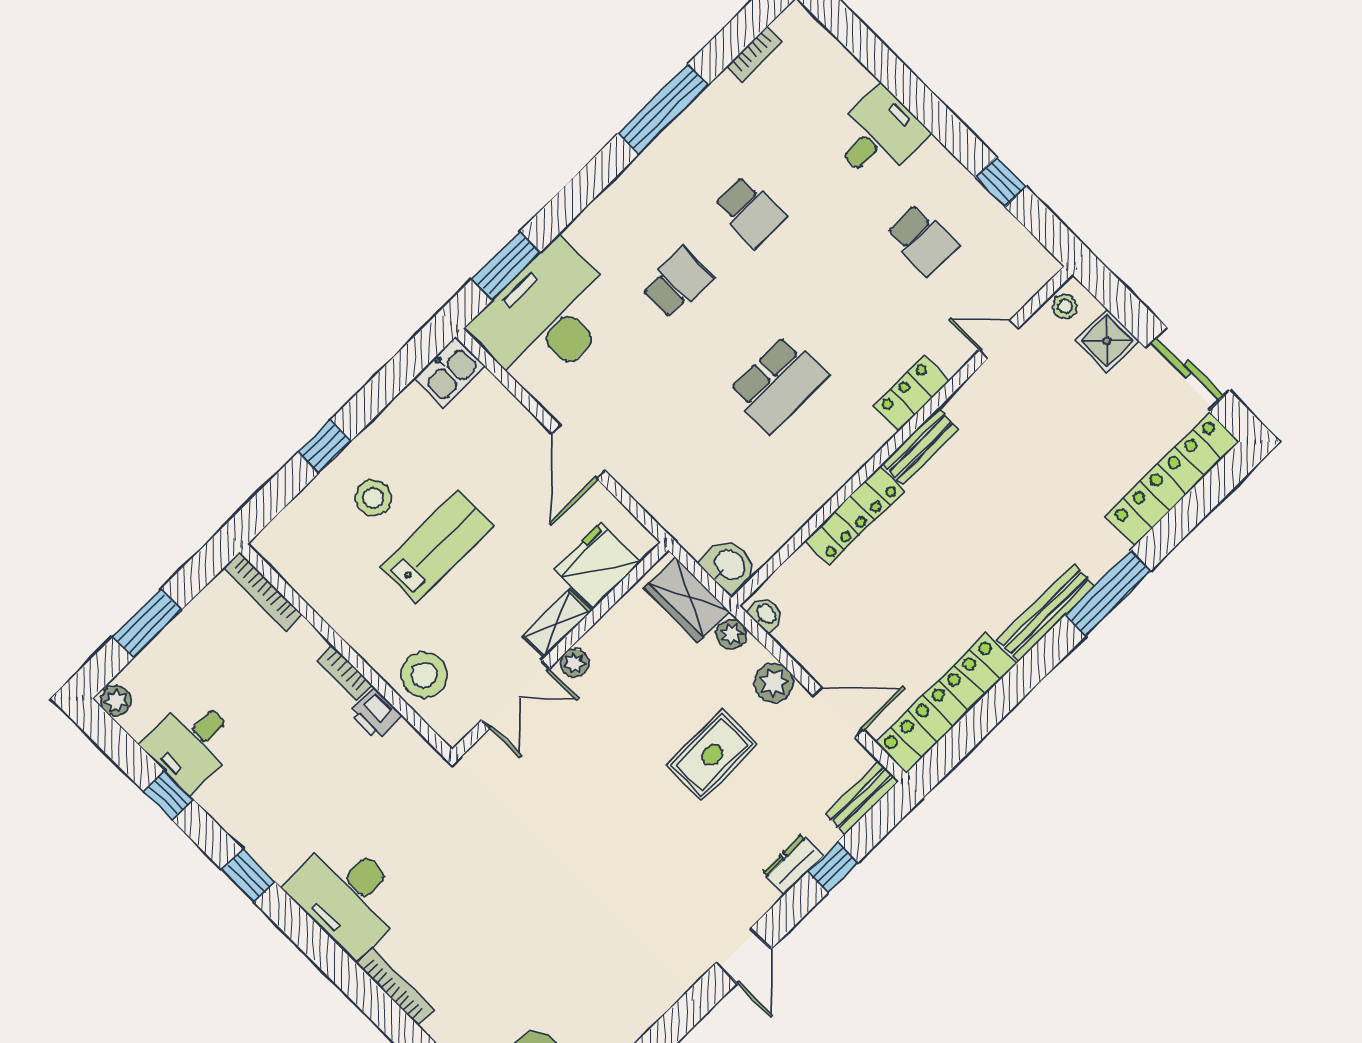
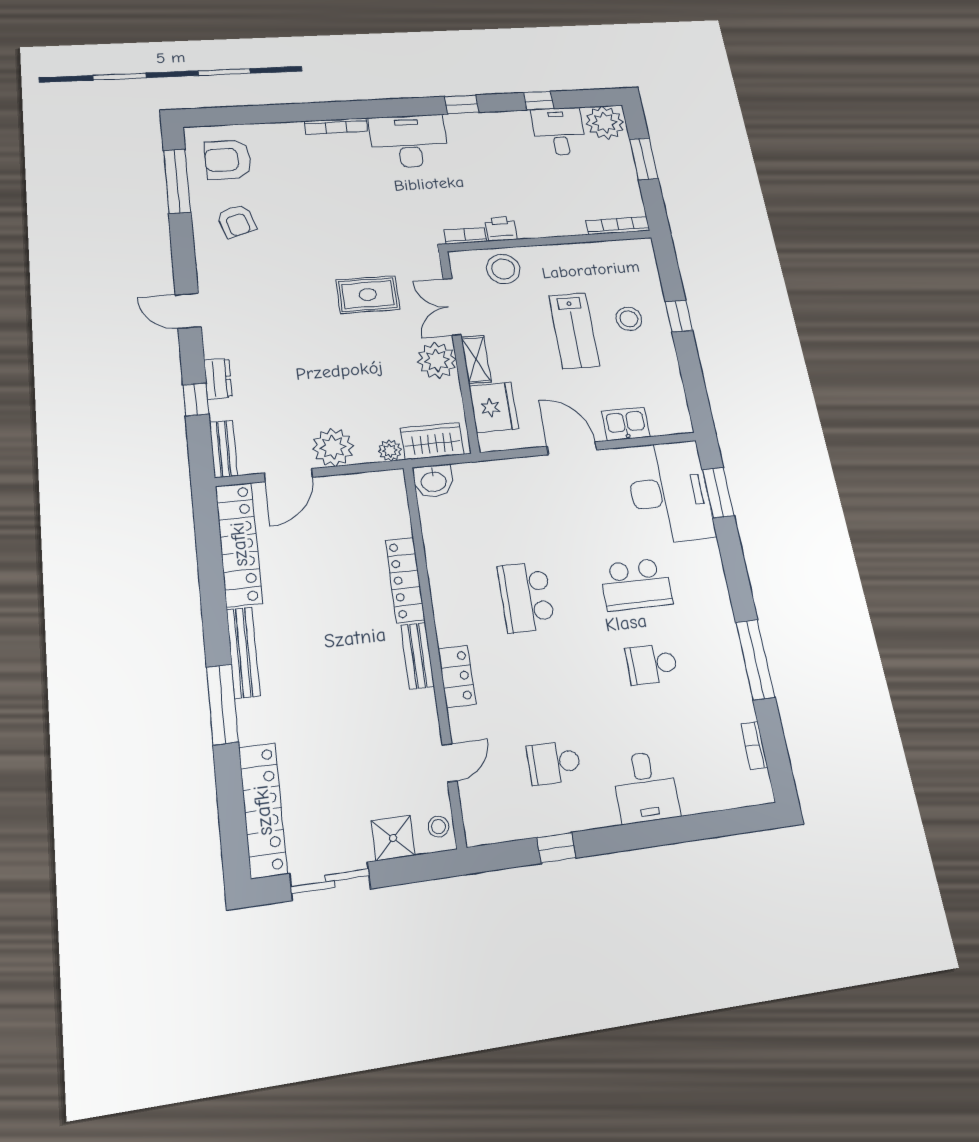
school desk: (677, 283) -> (636, 584), width x1.85
kitchen sink: (450, 372) -> (626, 424), moved, turned 90
washbasin: (766, 614) -> (386, 480), removed
plant: (574, 663) -> (437, 360), width x1.88, depth x1.88
bookcase: (344, 673) -> (465, 236), moved
plant: (774, 683) -> (333, 447), width x1.36, depth x1.36
plant: (116, 701) -> (605, 123), width x1.88, depth x1.88
rug: (712, 755) -> (368, 295), moved, turned 90
armchair: (601, 994) -> (236, 221), added

